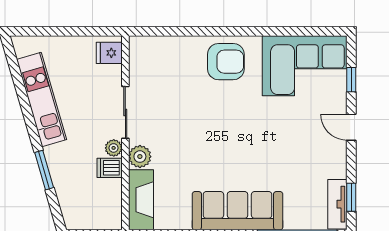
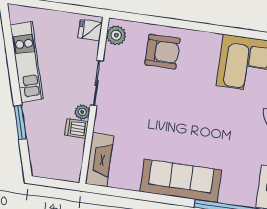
armchair: (226, 62) -> (162, 52), moved
plant: (140, 157) -> (116, 35), moved

